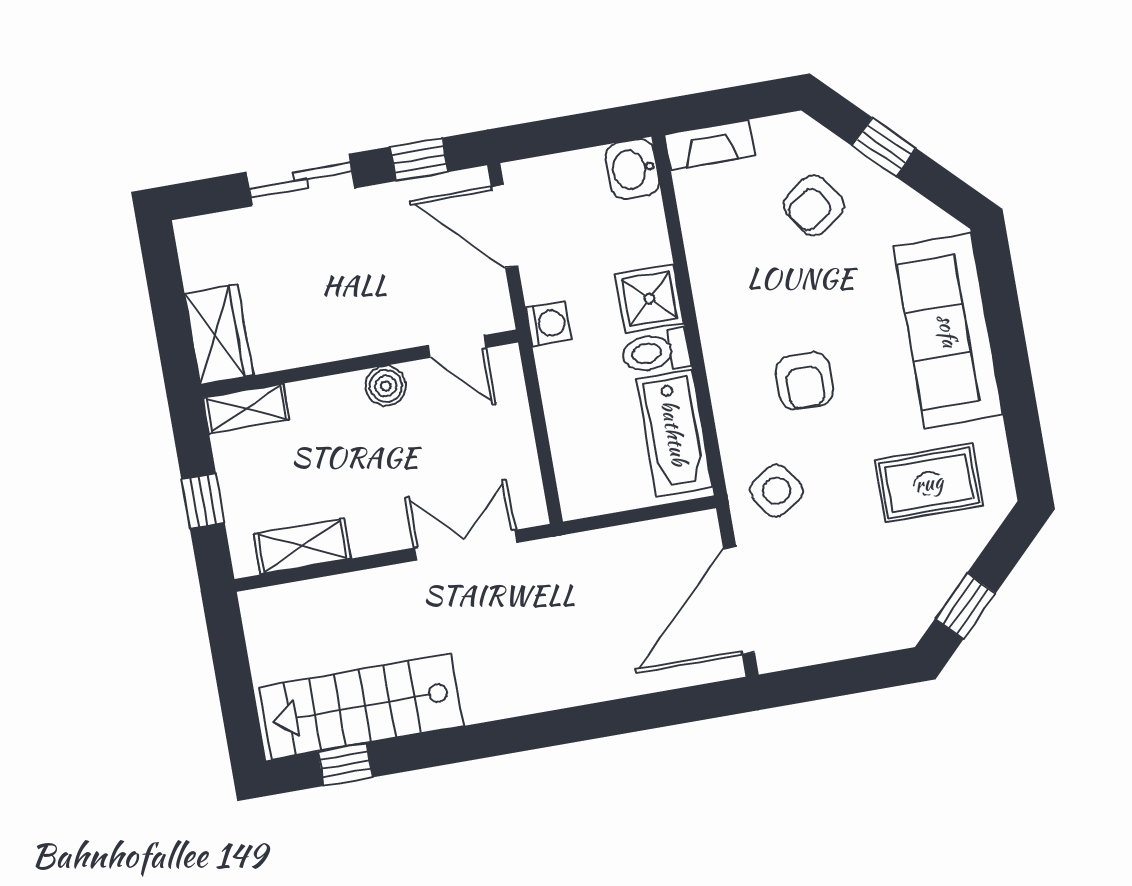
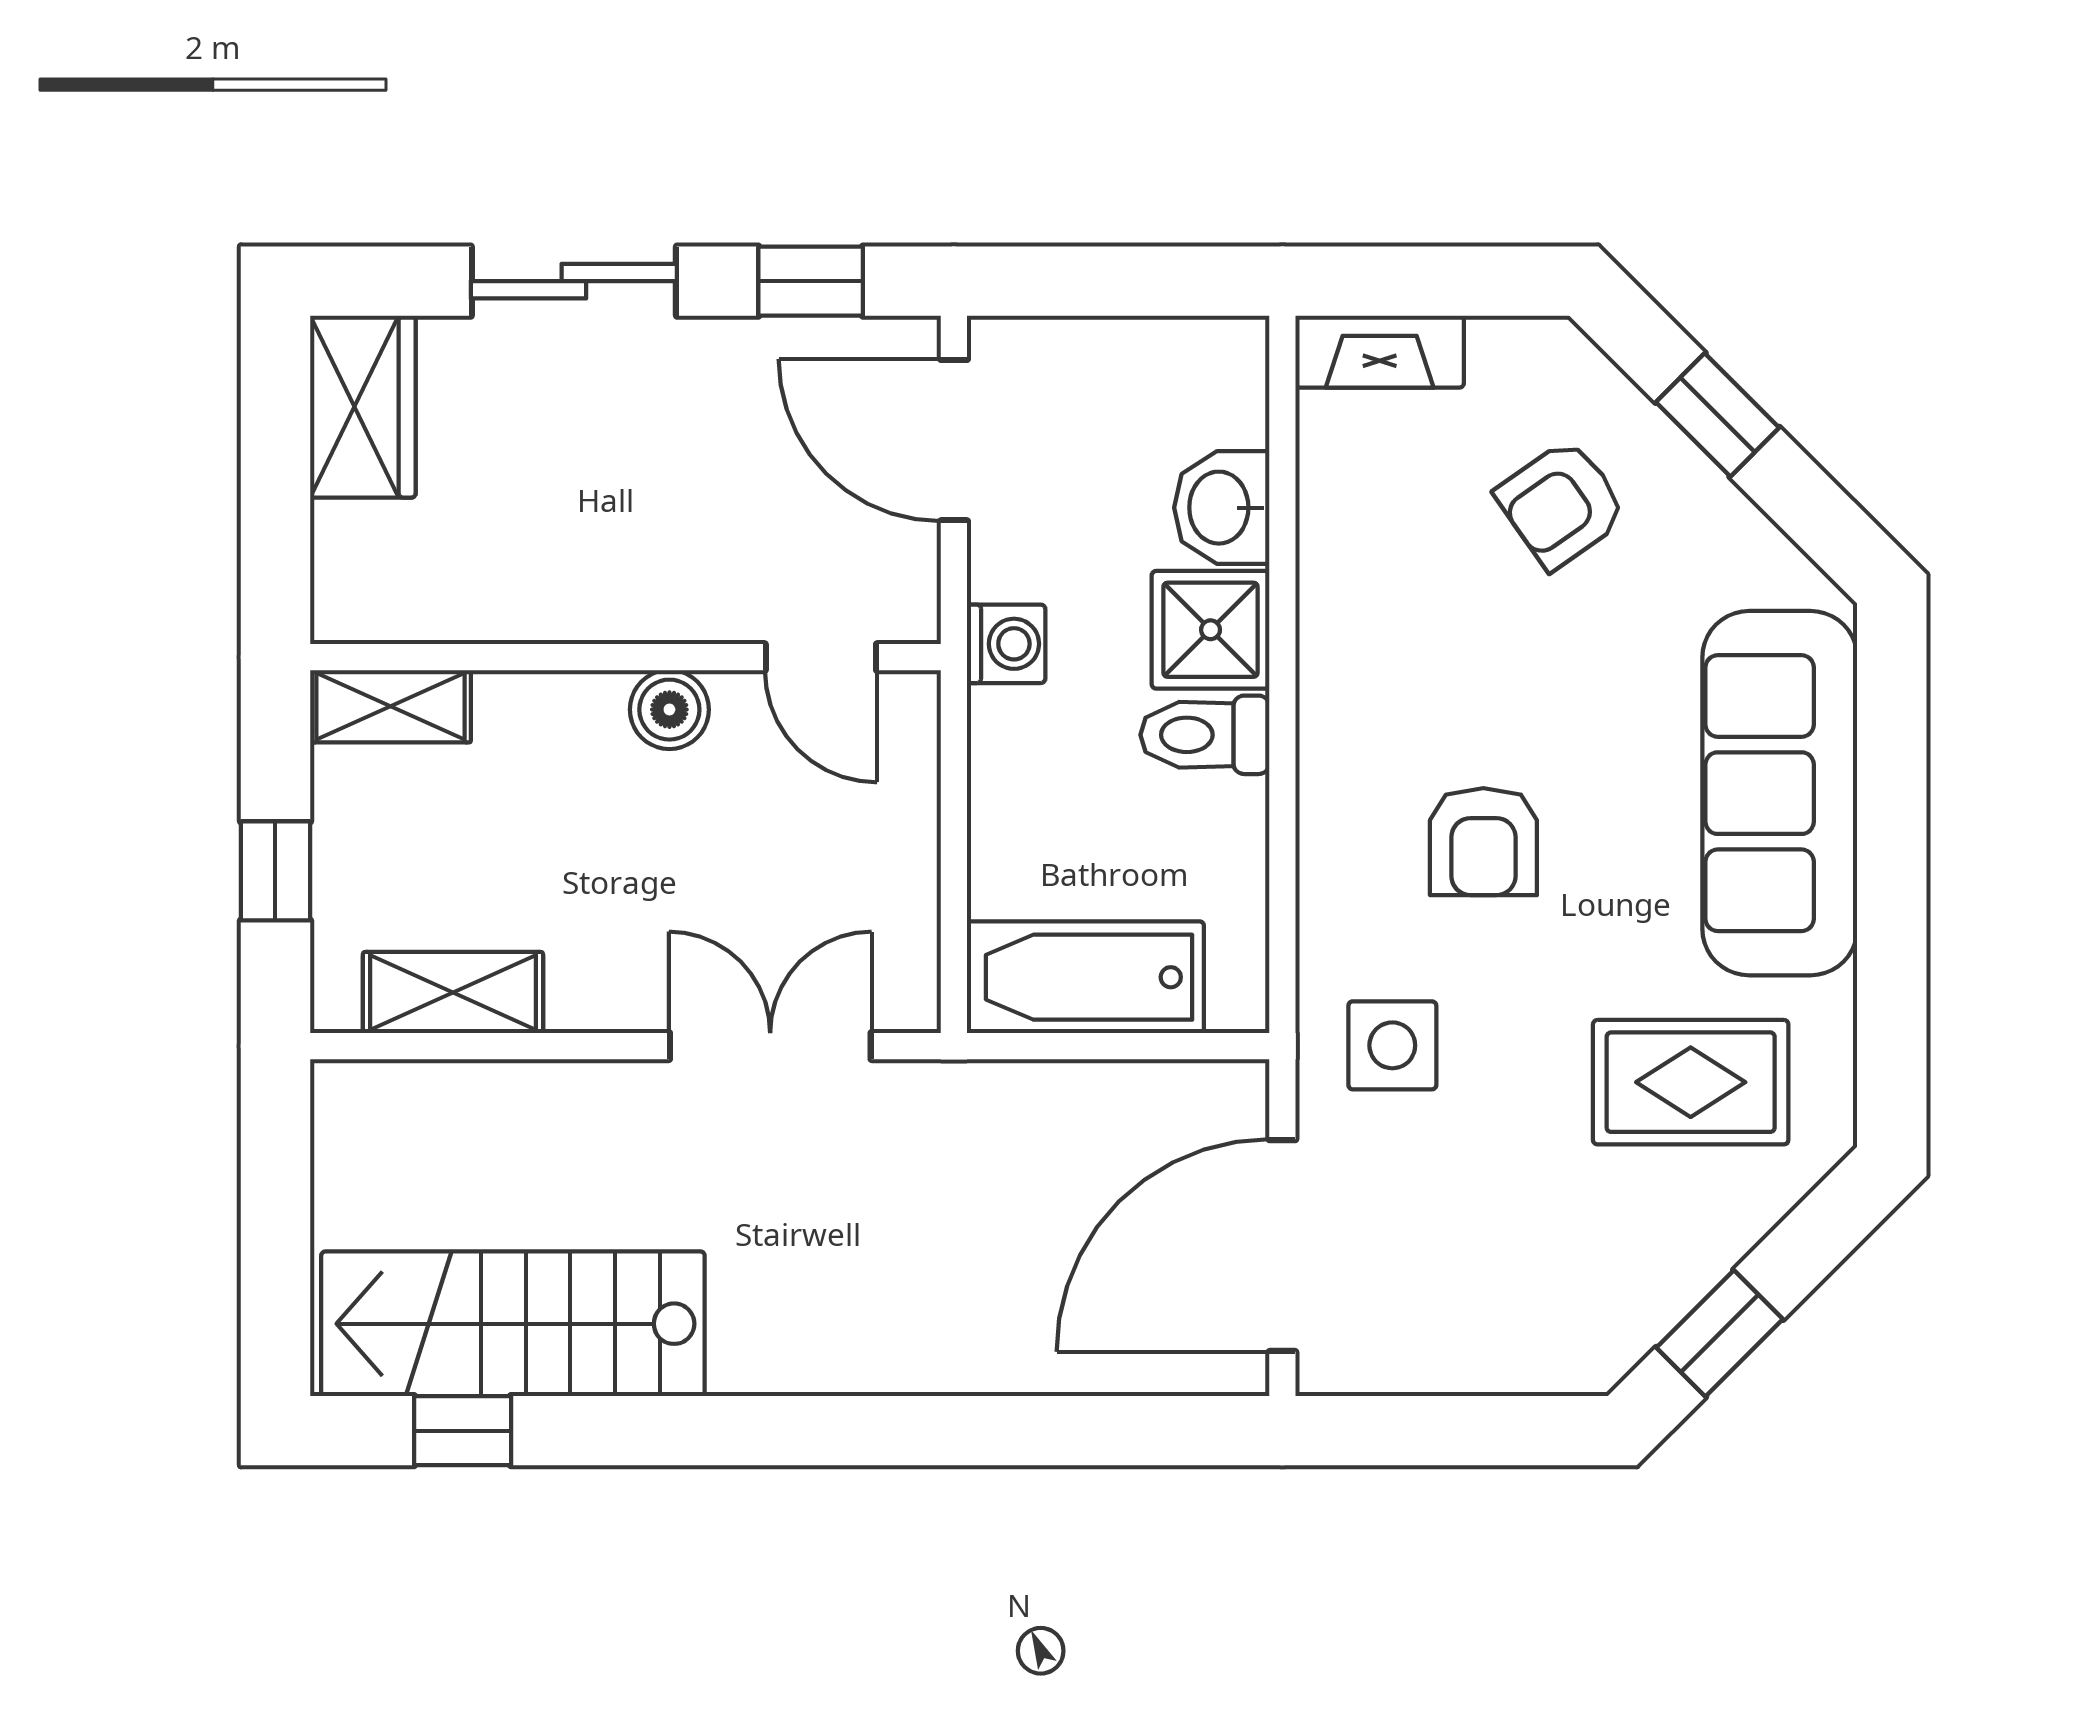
washbasin: (632, 169) -> (1222, 508), moved
wardrobe: (219, 334) -> (363, 407), moved
bathtub: (674, 433) -> (1085, 977), moved, turned 90
side table: (776, 491) -> (1392, 1045), turned 34

